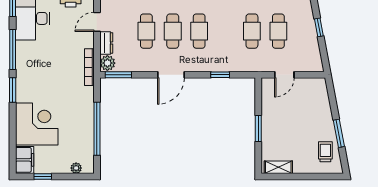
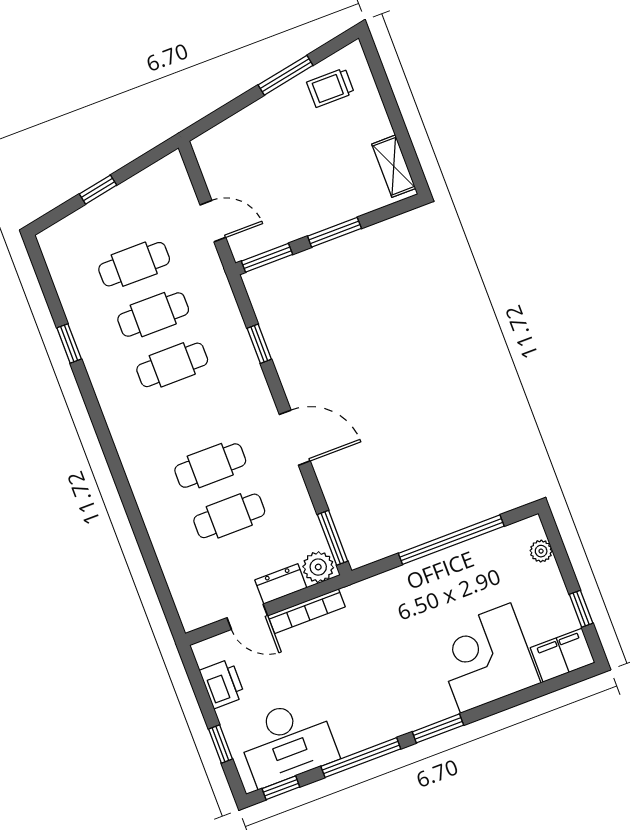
cafe table: (199, 31) -> (172, 365), moved
bookcase: (89, 67) -> (306, 611), moved
window: (258, 93) -> (267, 258), added

